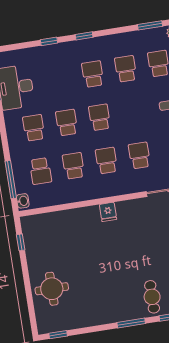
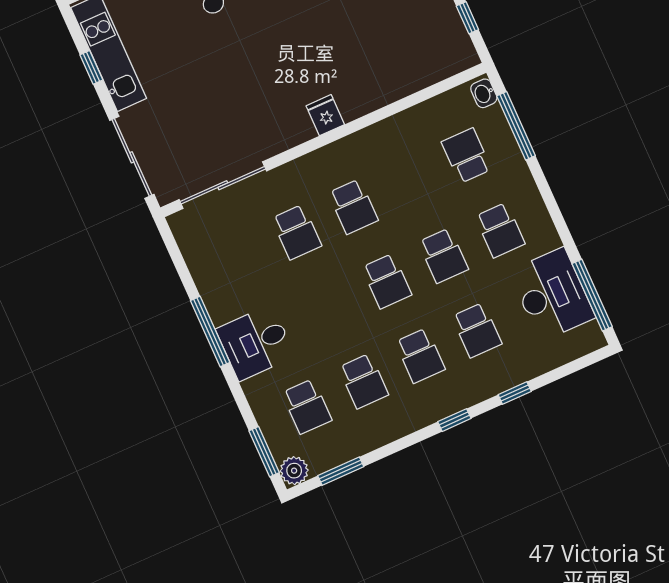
school desk: (73, 166) -> (477, 330), moved

